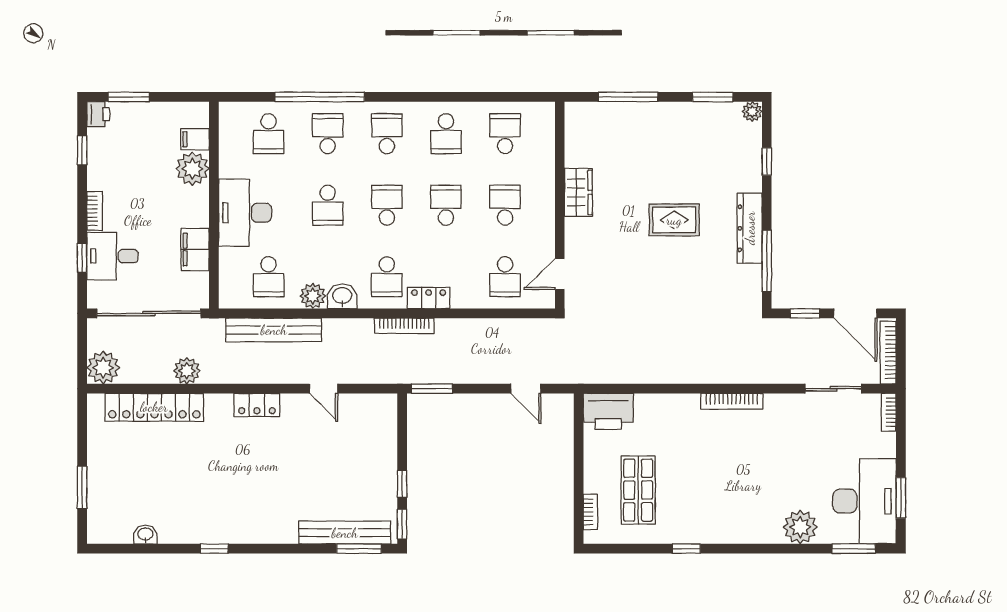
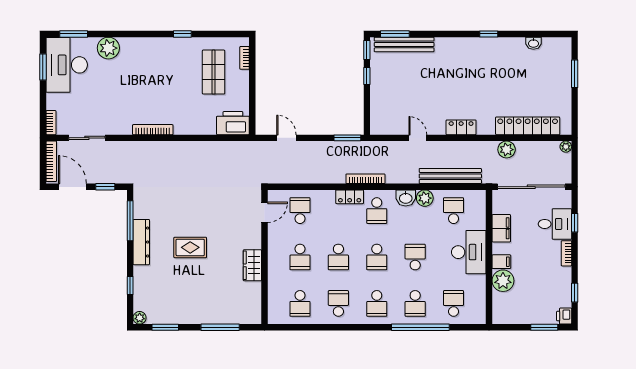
filing cabinet: (195, 139) -> (501, 262), moved
school desk: (387, 277) -> (377, 211), turned 180
plant: (103, 368) -> (566, 147), width x0.53, depth x0.53

